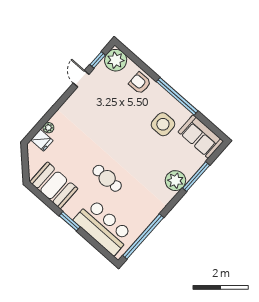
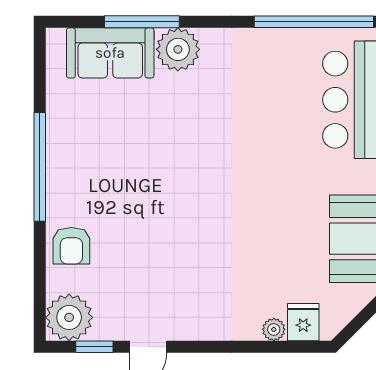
side table: (163, 124) -> (105, 150), removed
sofa: (201, 137) -> (110, 53), moved, turned 90
cafe table: (107, 178) -> (272, 163), removed

